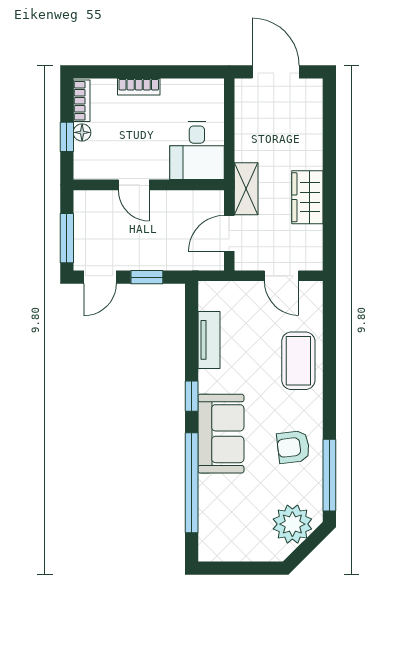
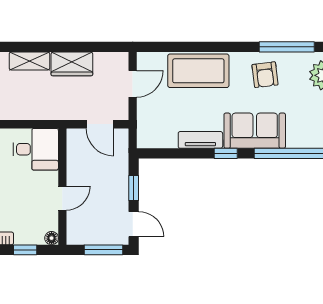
floor lamp: (82, 132) -> (52, 238), moved
shelving: (246, 189) -> (29, 61), moved
tv unit: (209, 340) -> (200, 140), moved
coffee table: (298, 361) -> (198, 71), width x1.36, depth x1.32

